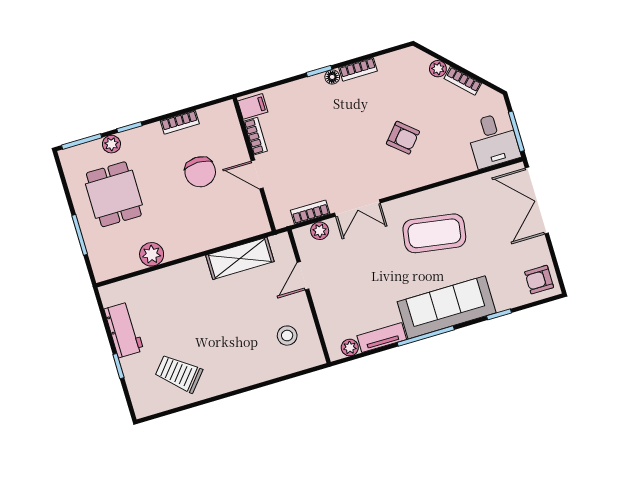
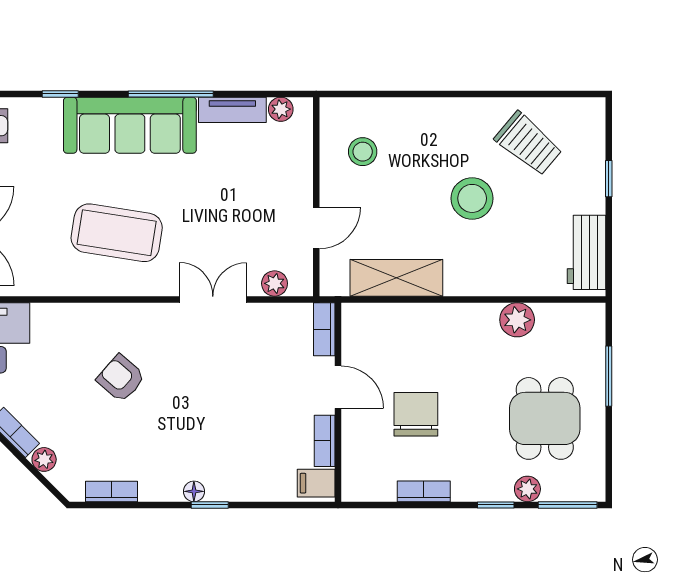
bookcase: (358, 69) -> (111, 491), moved
bookcase: (310, 212) -> (324, 329), moved, turned 90
stool: (205, 326) -> (472, 198), added
workbench: (124, 330) -> (587, 252), moved

